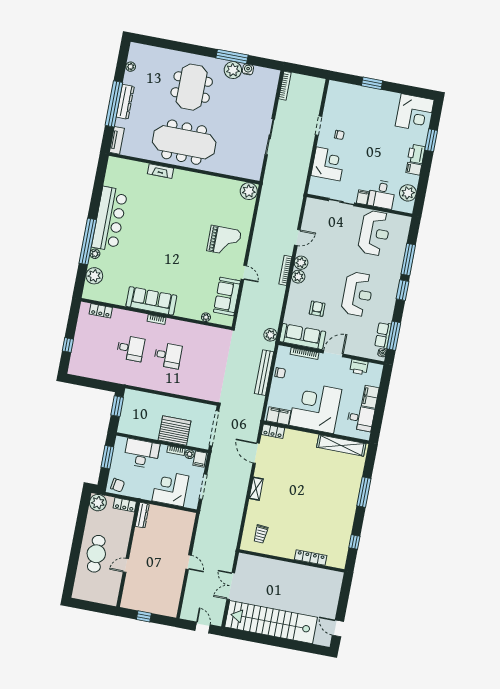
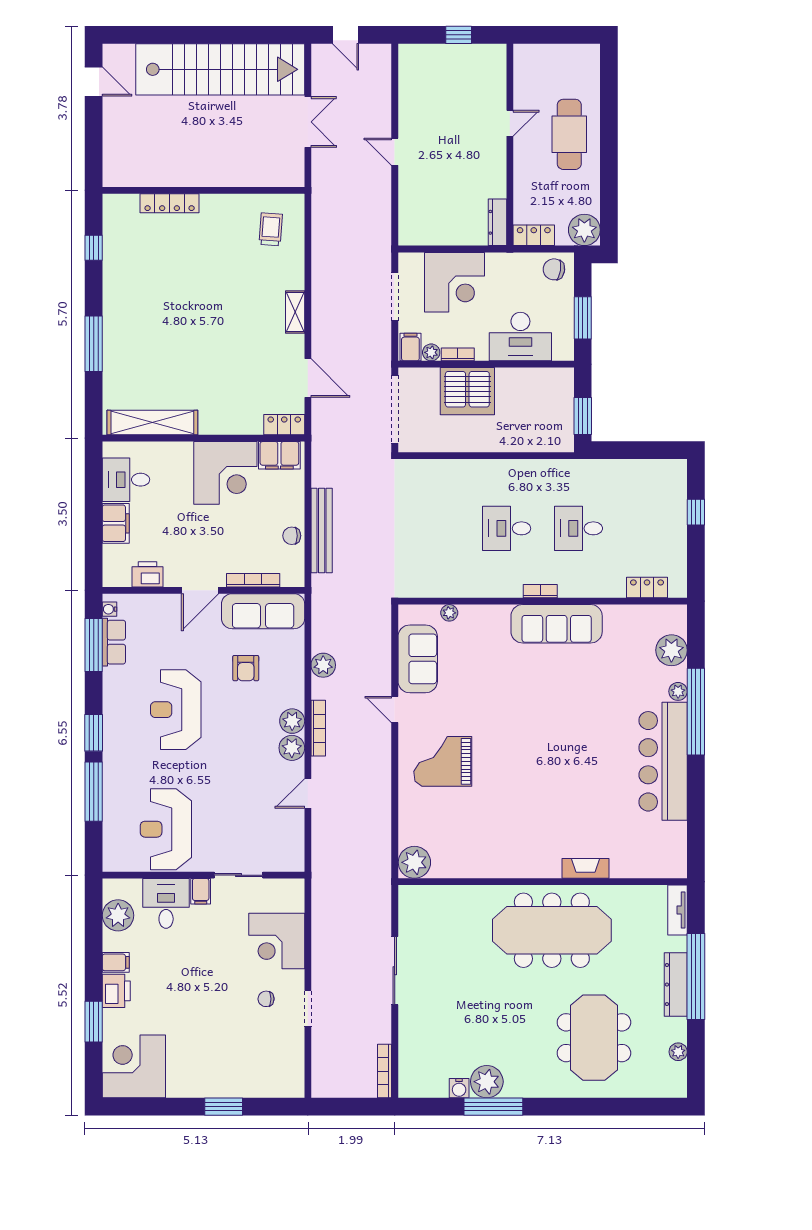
meeting table: (192, 87) -> (594, 1038), moved
plant: (270, 335) -> (323, 665), moved
corner desk: (315, 407) -> (225, 473), width x0.74, depth x0.74

